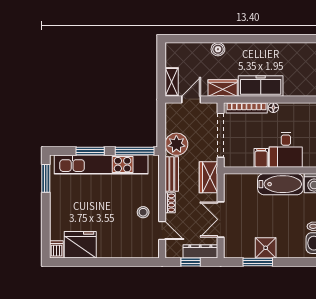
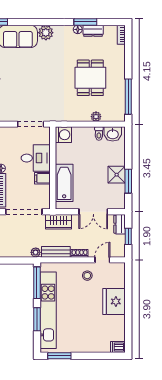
plant: (176, 144) -> (36, 252), width x0.53, depth x0.53
bathtub: (280, 184) -> (64, 183), moved
fridge: (80, 245) -> (114, 301), moved
dresser: (200, 251) -> (120, 224), width x0.70

